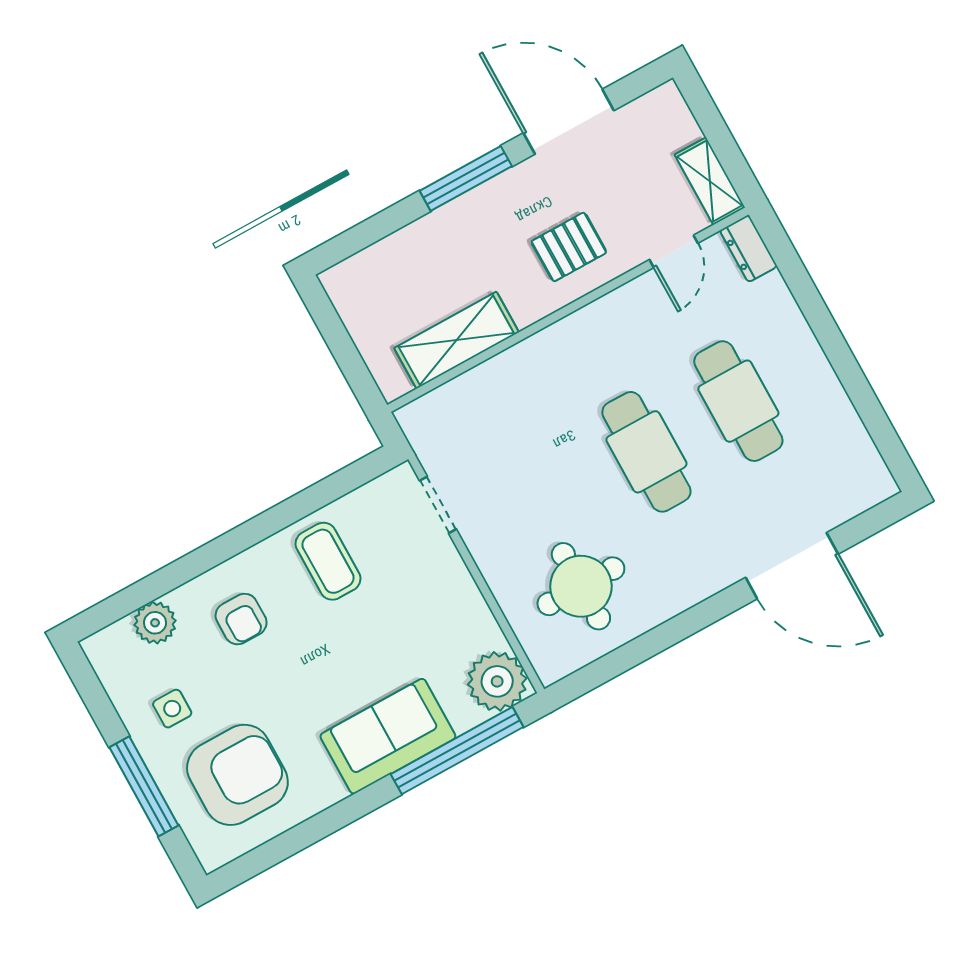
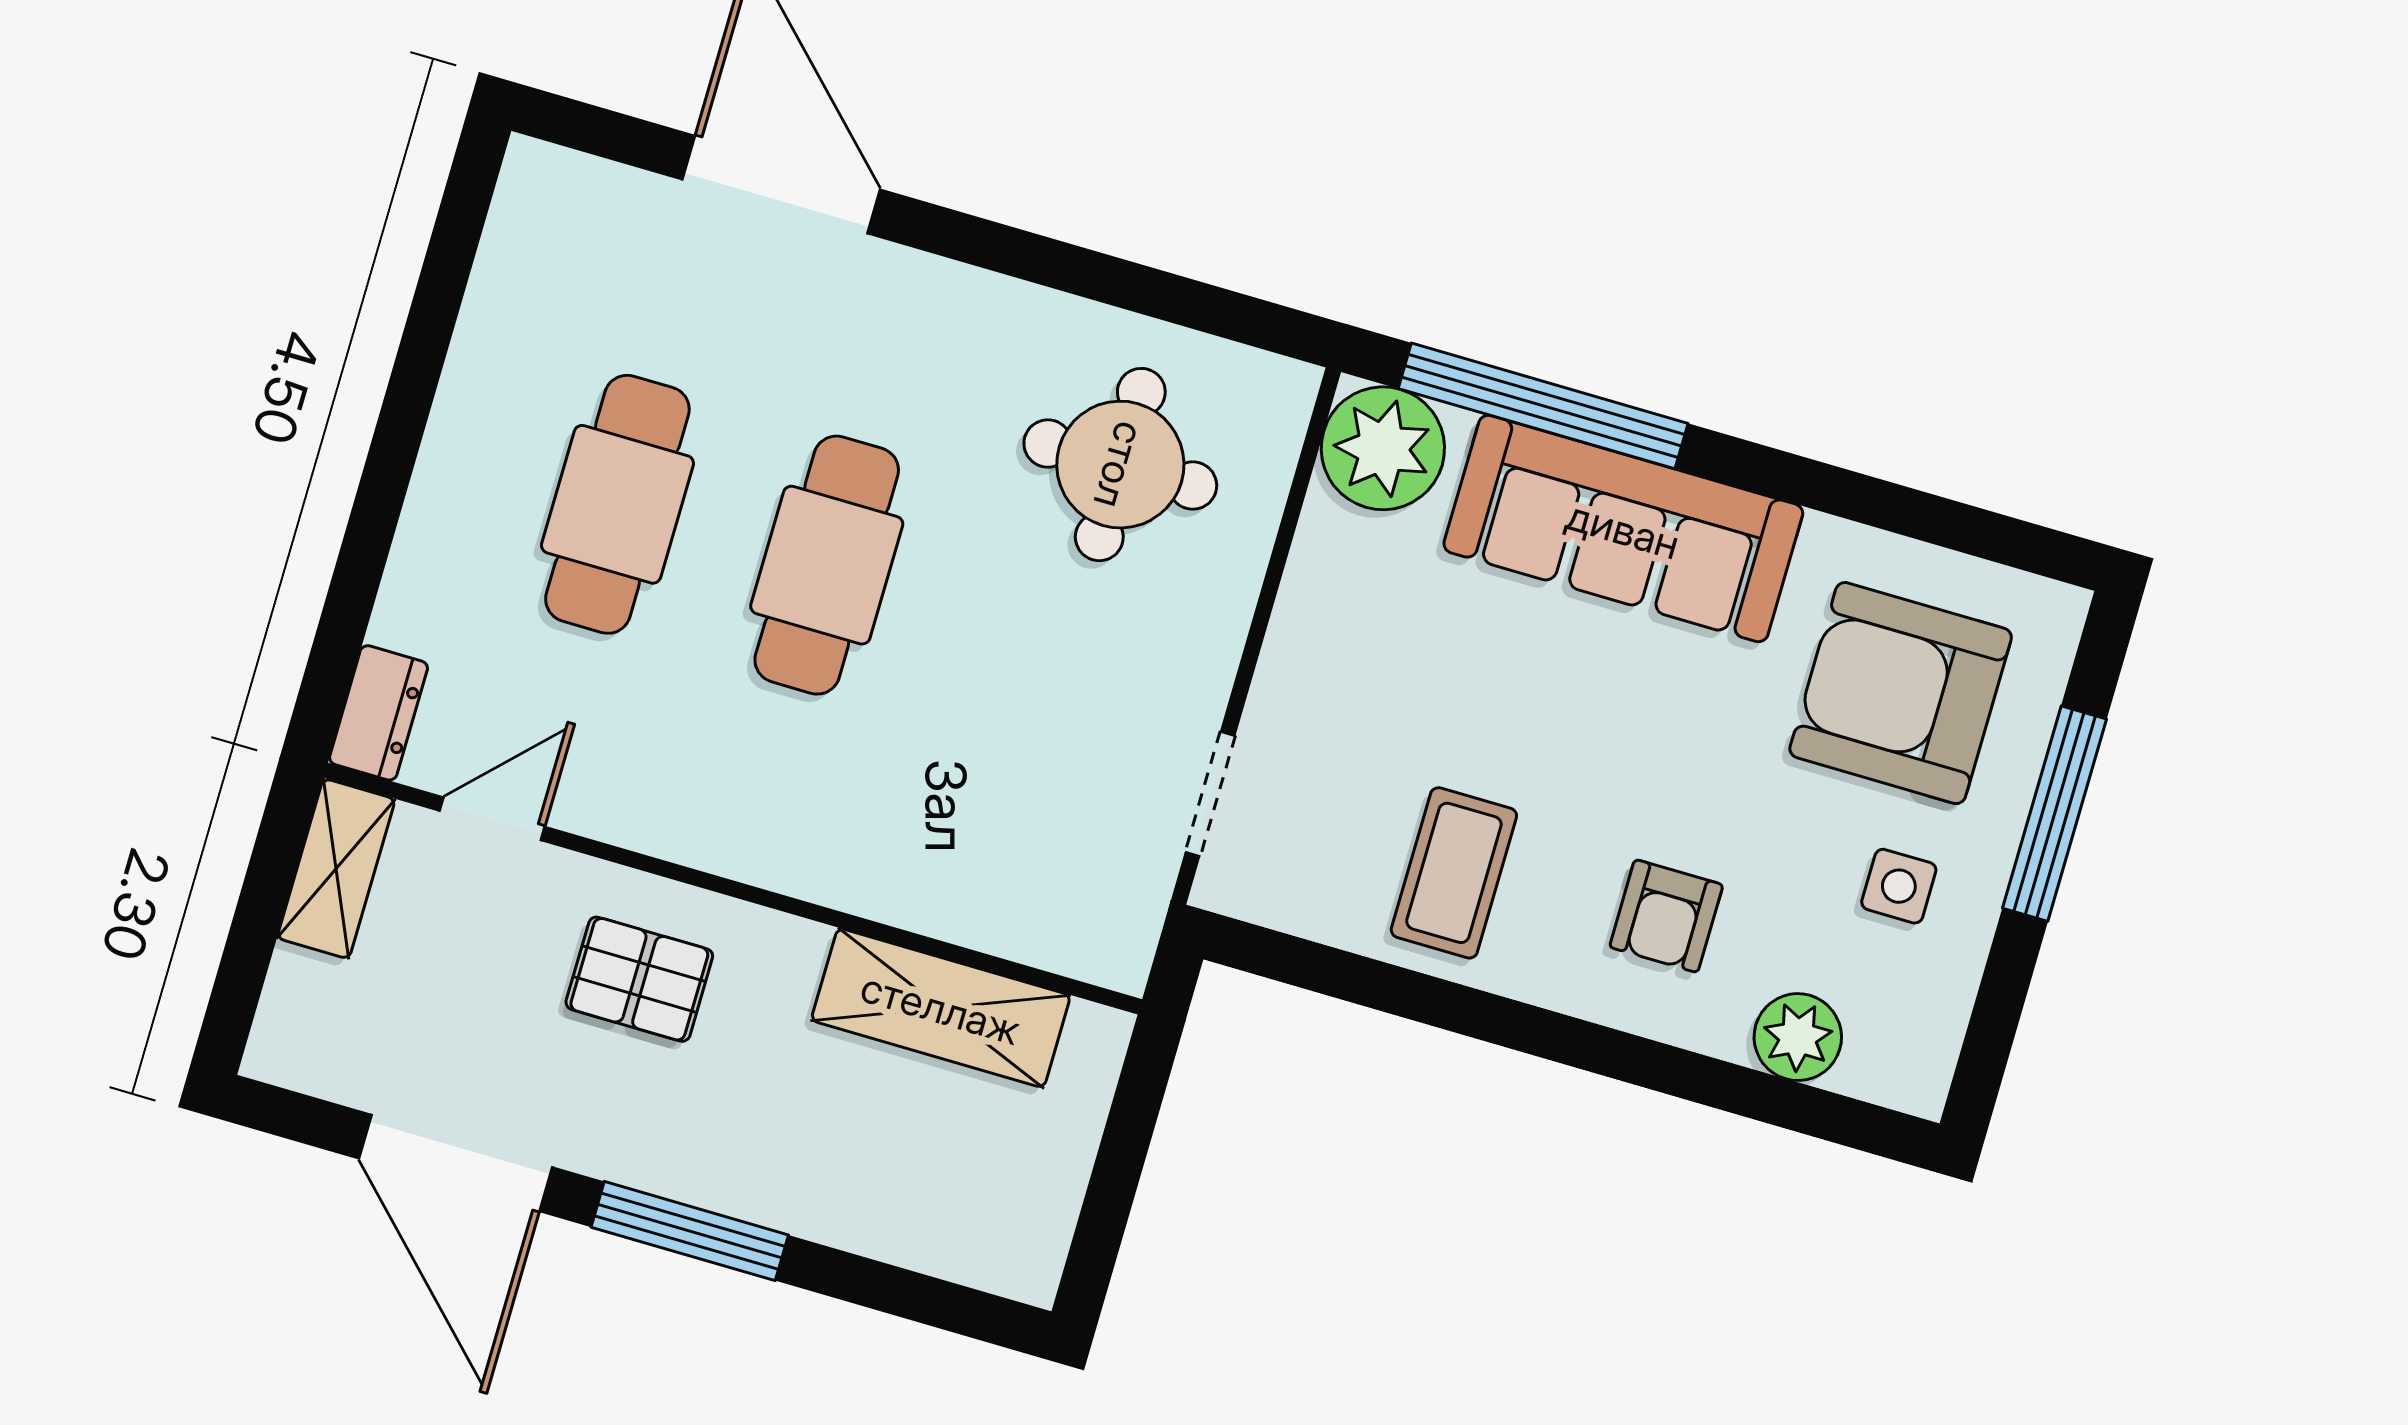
armchair: (241, 619) -> (1666, 916), turned 180
sofa: (388, 736) -> (1623, 529), width x1.36

